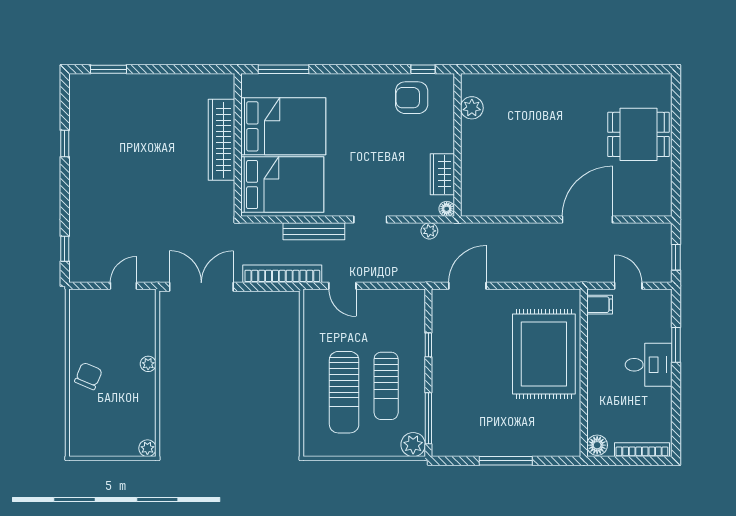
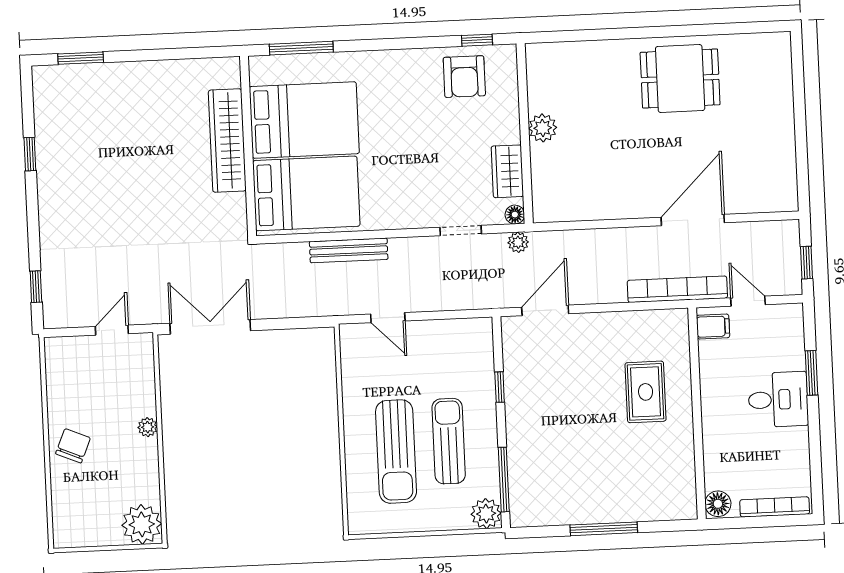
armchair: (412, 98) -> (464, 77), turned -90
plant: (472, 108) -> (543, 128), moved
dining table: (638, 134) -> (680, 79), moved
doorway: (370, 220) -> (461, 231), moved
plant: (429, 231) -> (518, 242), moved
bookcase: (282, 274) -> (677, 289), moved
rug: (544, 354) -> (646, 392), width x0.54, depth x0.49
sun lounger: (386, 386) -> (449, 441), turned 180
plant: (147, 448) -> (142, 524), width x1.87, depth x1.87

